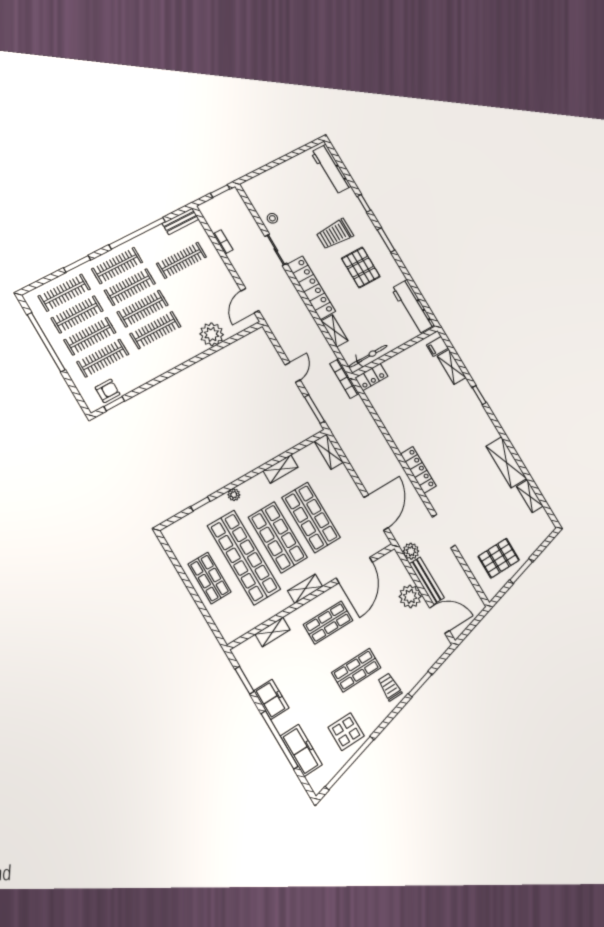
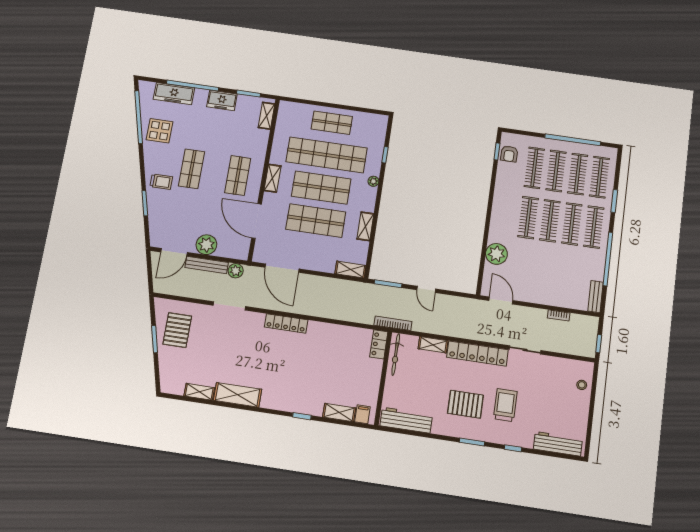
stool: (272, 218) -> (582, 385), moved
clothes rail: (181, 260) -> (566, 275), removed
shelving: (272, 632) -> (266, 116), moved

